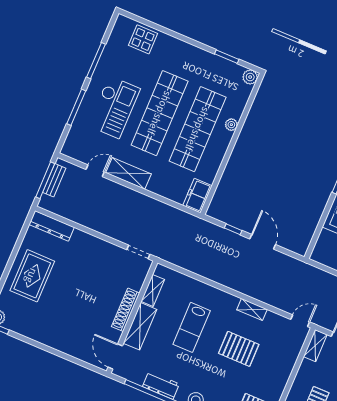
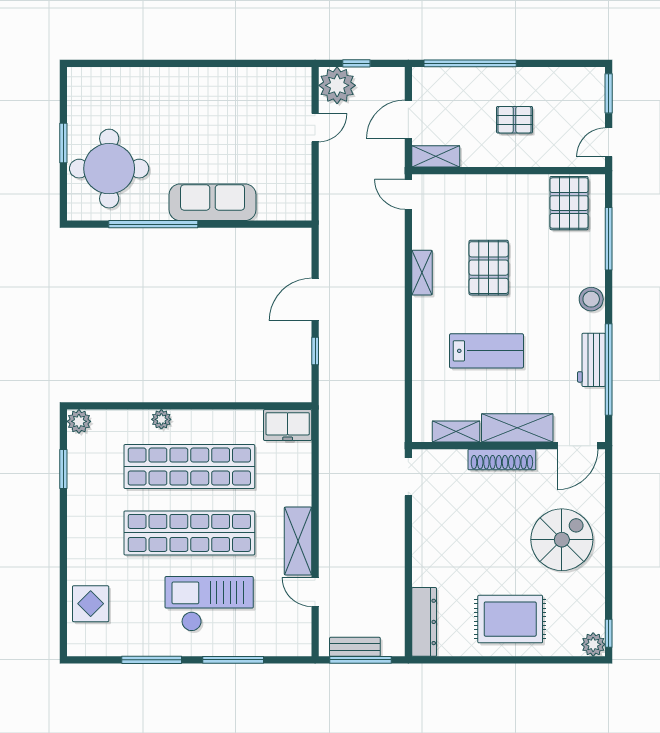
spiral stairs: (65, 325) -> (562, 540), added

